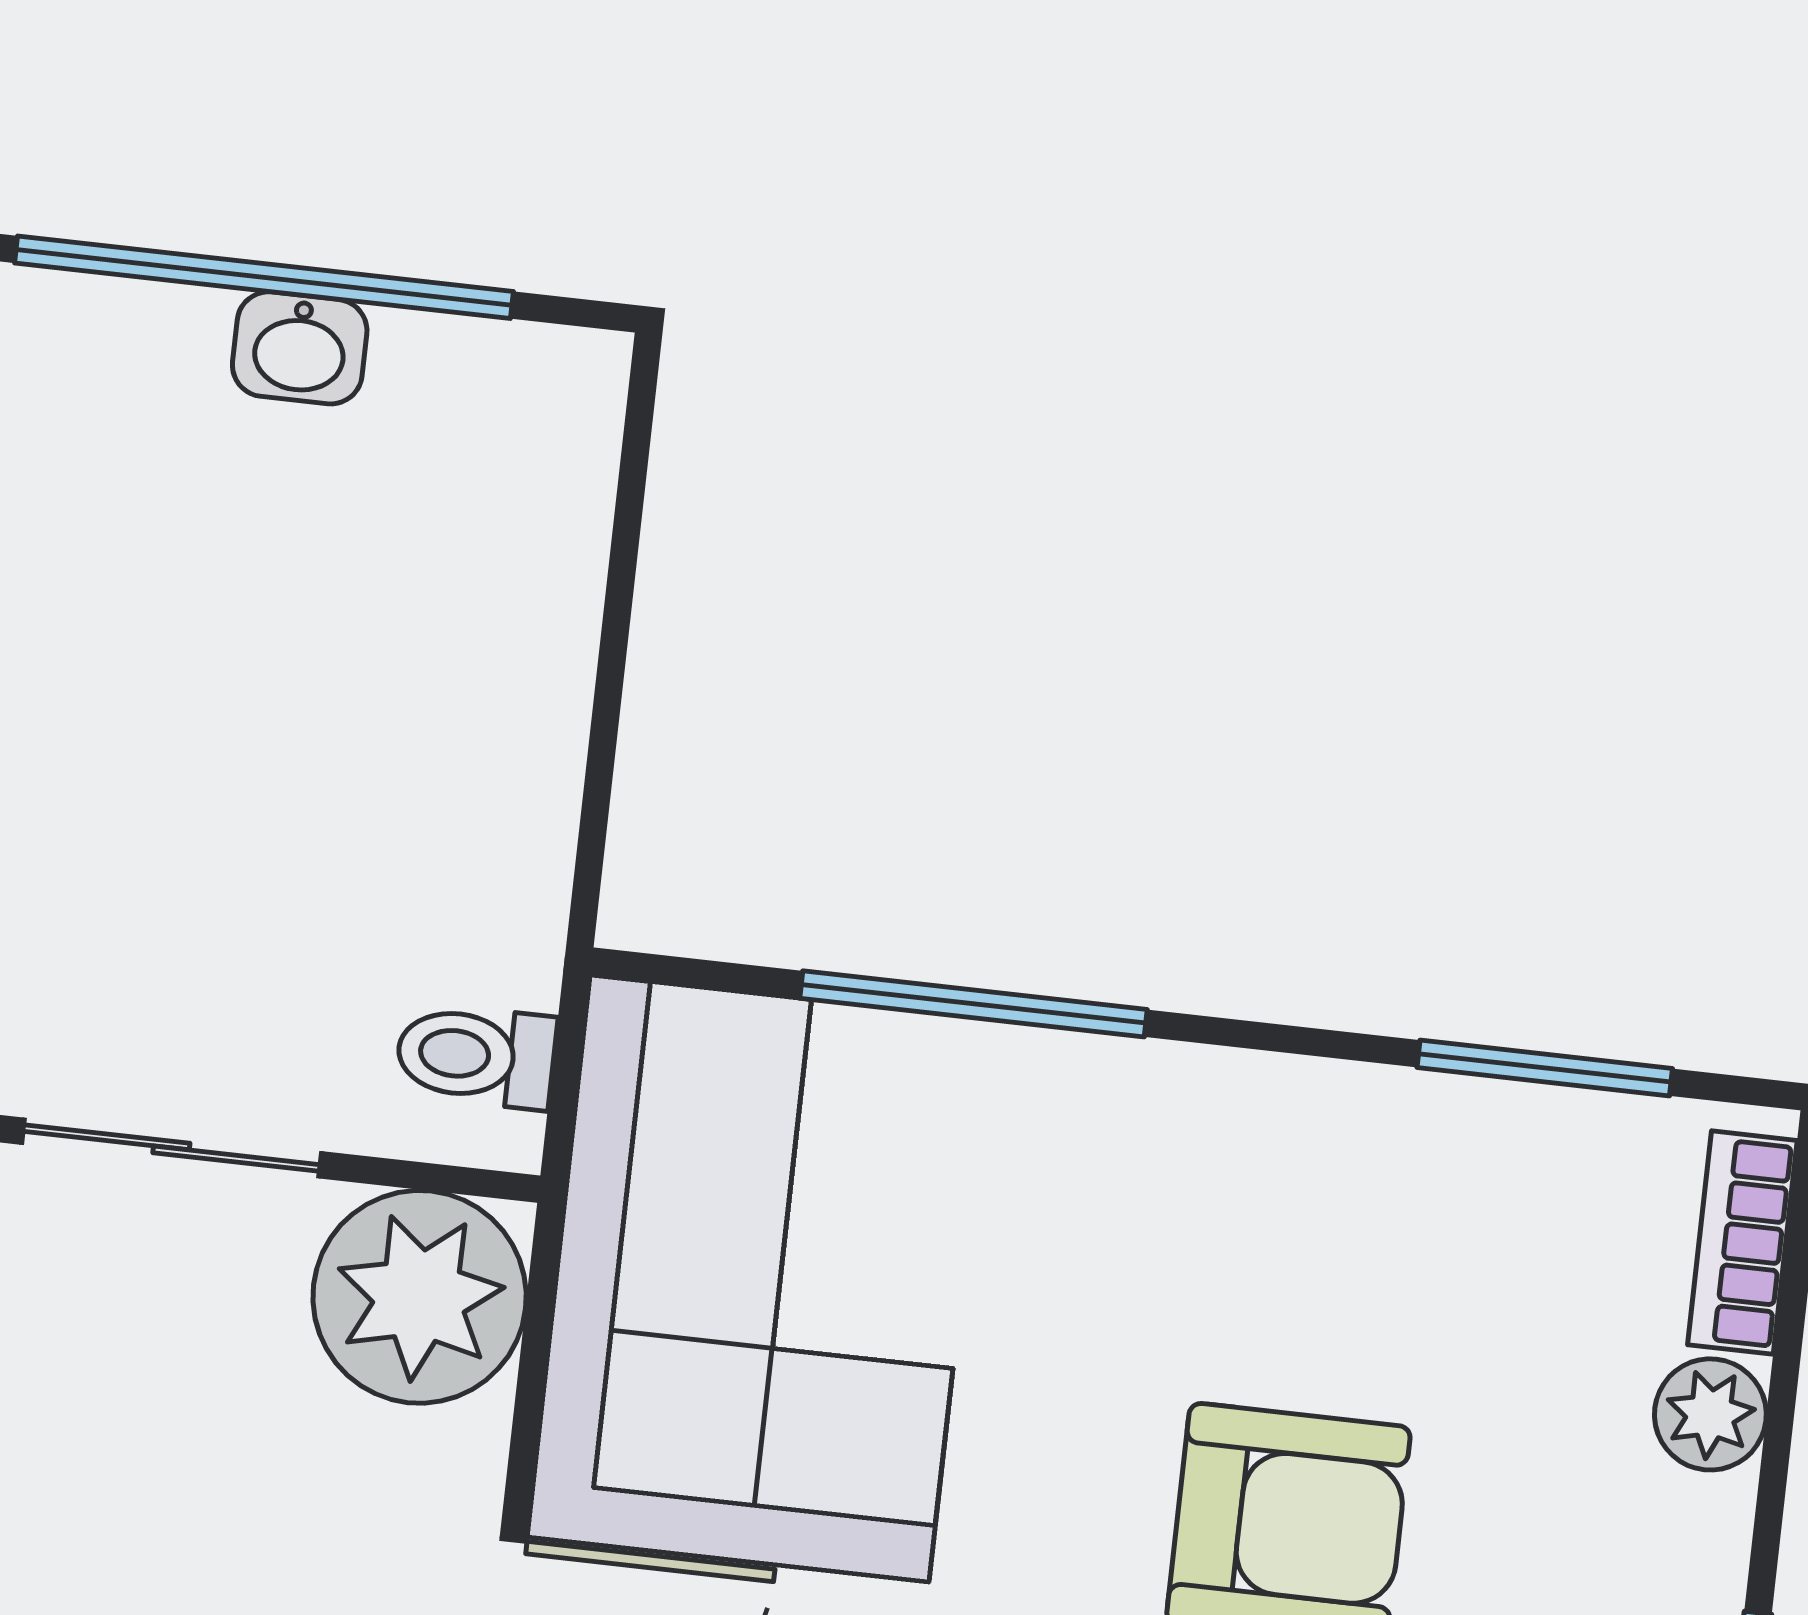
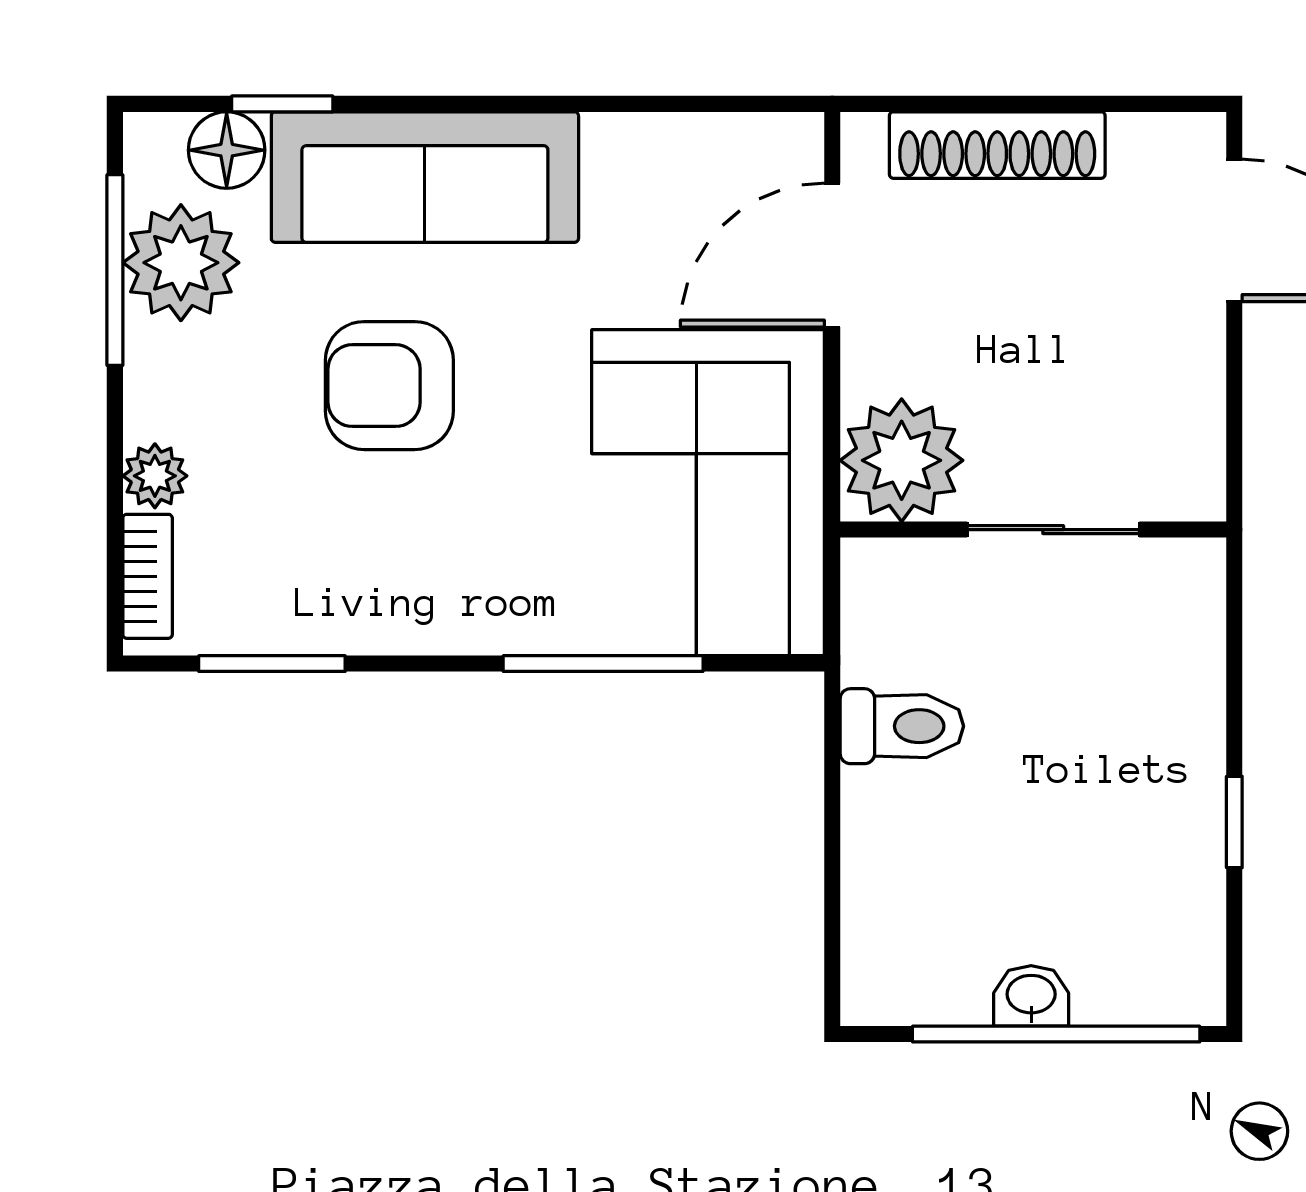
toilet: (476, 1056) -> (902, 726), moved, width x1.37, depth x1.39

